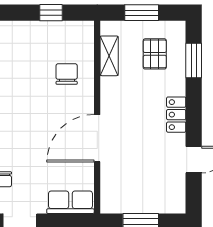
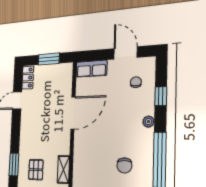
chair: (67, 74) -> (124, 165), moved
locker: (176, 115) -> (28, 78), moved

